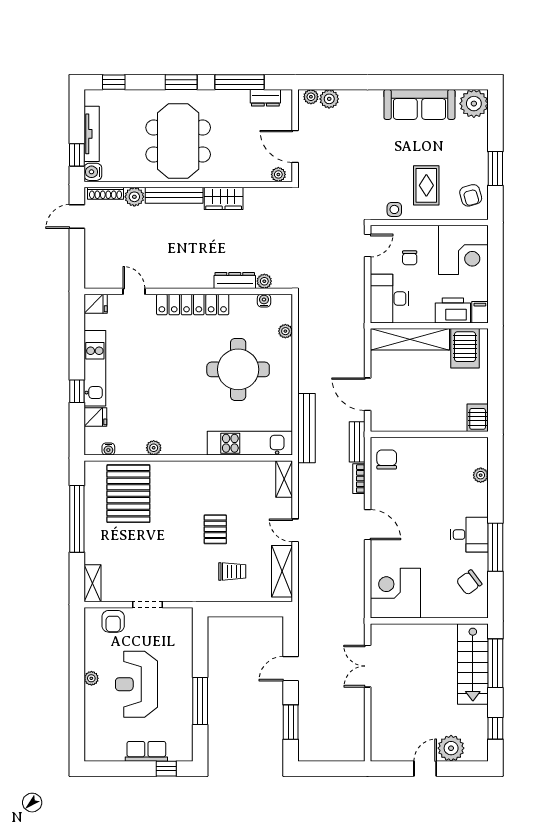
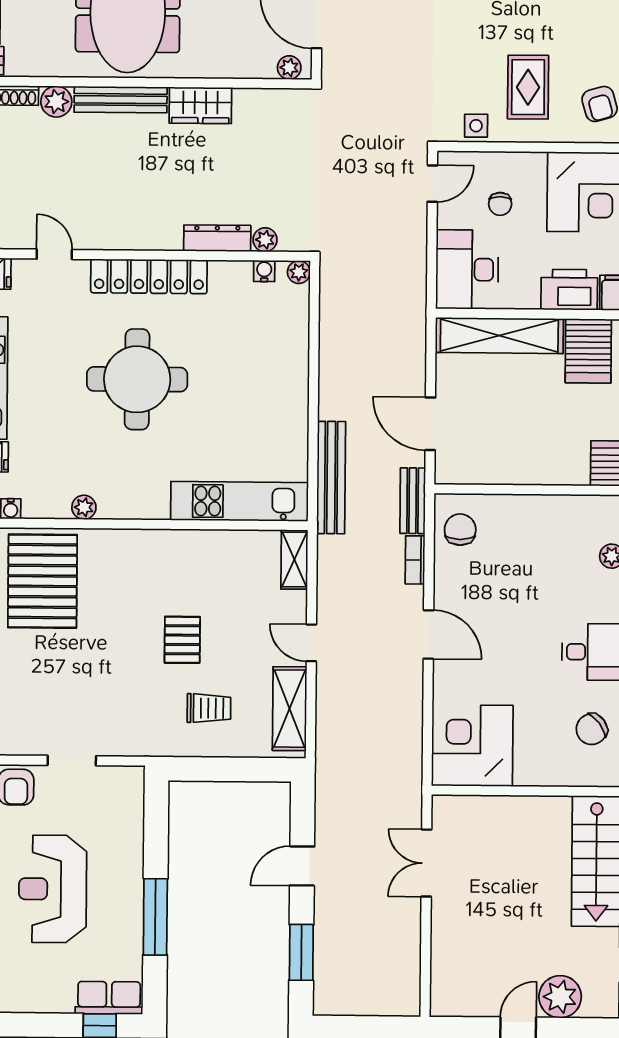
plant: (285, 331) -> (299, 272), moved
round table: (238, 369) -> (137, 379), moved
row of seats: (146, 751) -> (109, 998), moved

